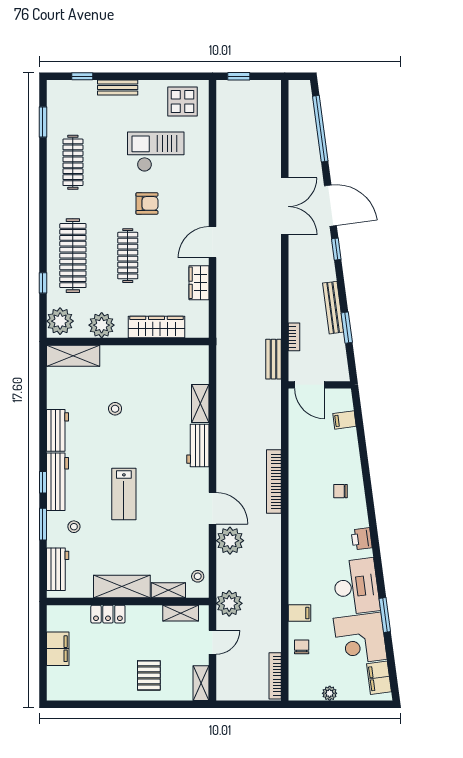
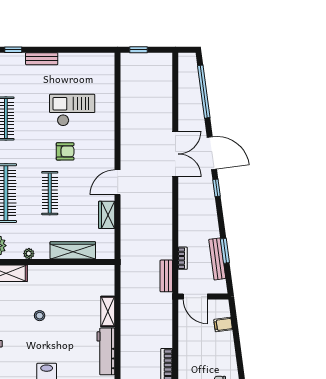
display table: (183, 101) -> (94, 70), removed
bench: (333, 308) -> (217, 259), moved
plant: (102, 325) -> (29, 254), width x0.53, depth x0.53
workbench: (198, 446) -> (106, 351), width x1.37

